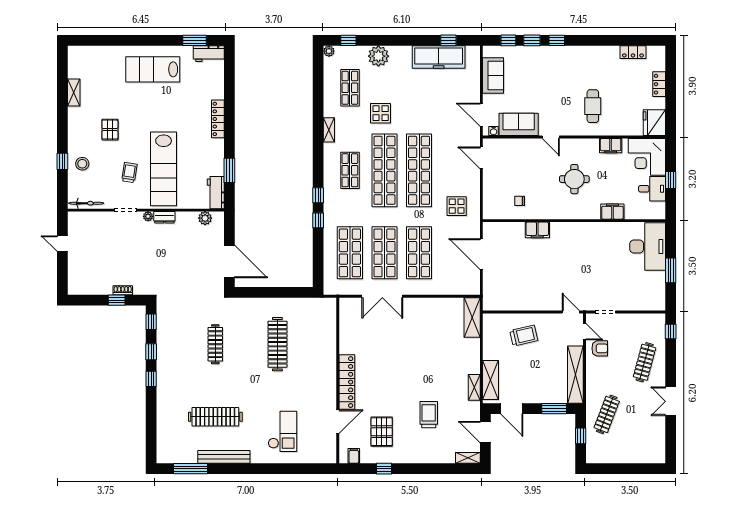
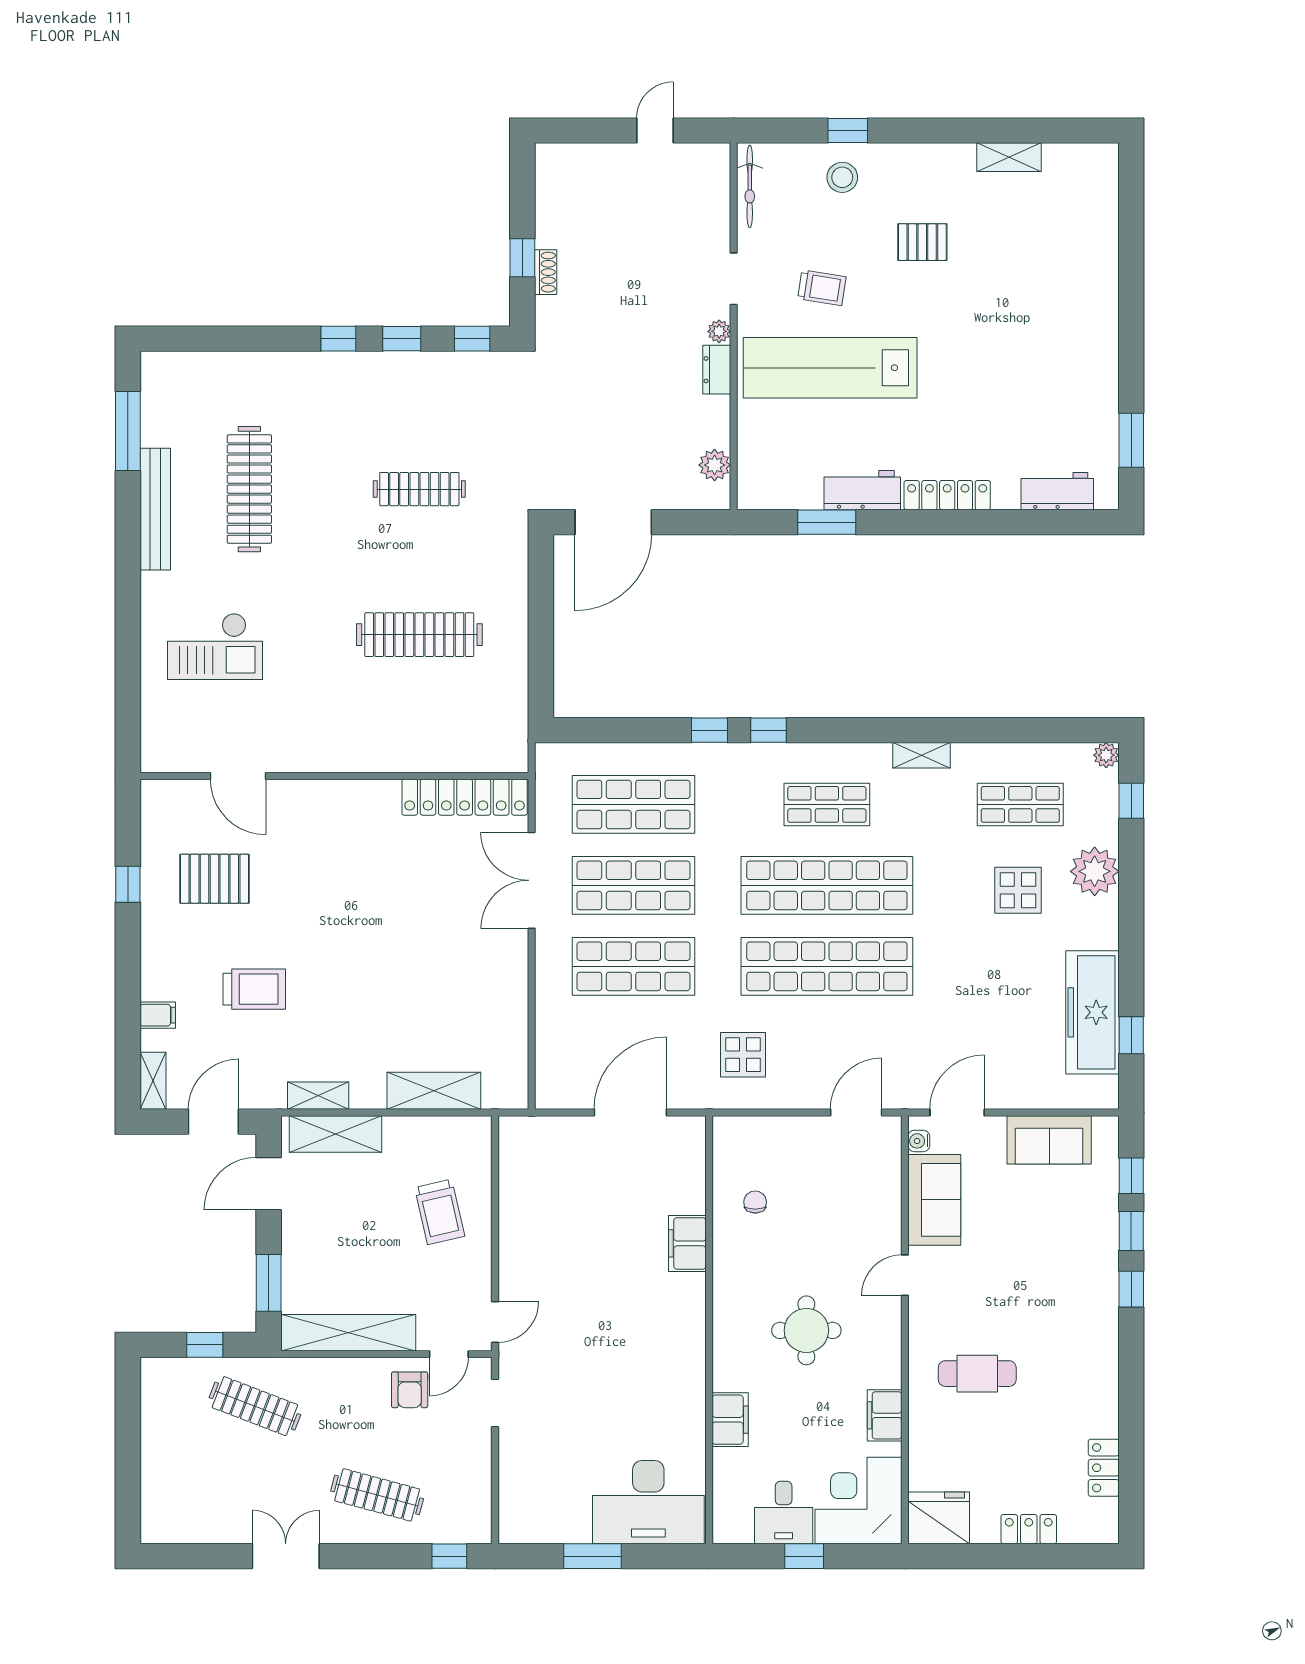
workbench: (209, 54) -> (1057, 491), moved, turned 90
lab bench: (153, 69) -> (1063, 343), removed
display table: (381, 113) -> (1018, 890), moved
workbench: (216, 193) -> (862, 490), moved
shelving: (472, 318) -> (434, 1091), moved
locker: (347, 382) -> (465, 797), moved
filing cabinet: (354, 456) -> (158, 1015), moved

